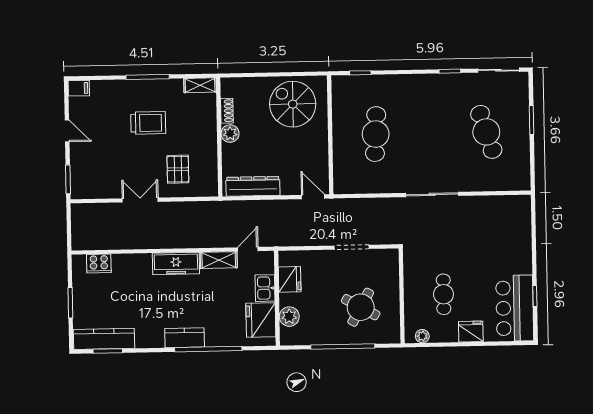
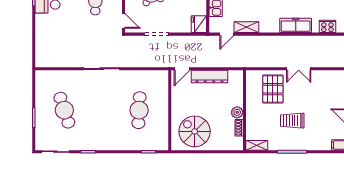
spiral stairs: (293, 104) -> (195, 131), turned 180
pallet: (178, 169) -> (273, 89), width x1.50, depth x1.42
dresser: (253, 186) -> (209, 77), moved
door: (313, 197) -> (182, 69), hinge flipped
freezer: (176, 264) -> (296, 25), moved
door: (401, 266) -> (124, 21), added
fridge: (290, 279) -> (199, 24), moved

